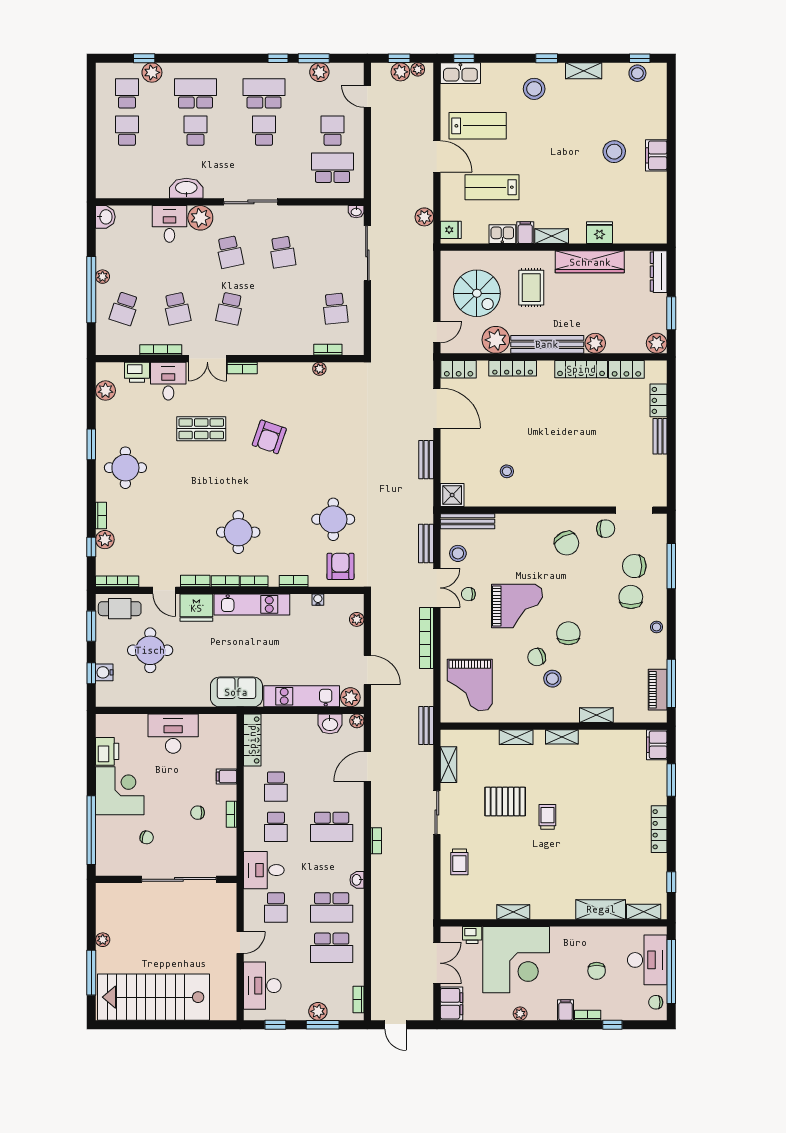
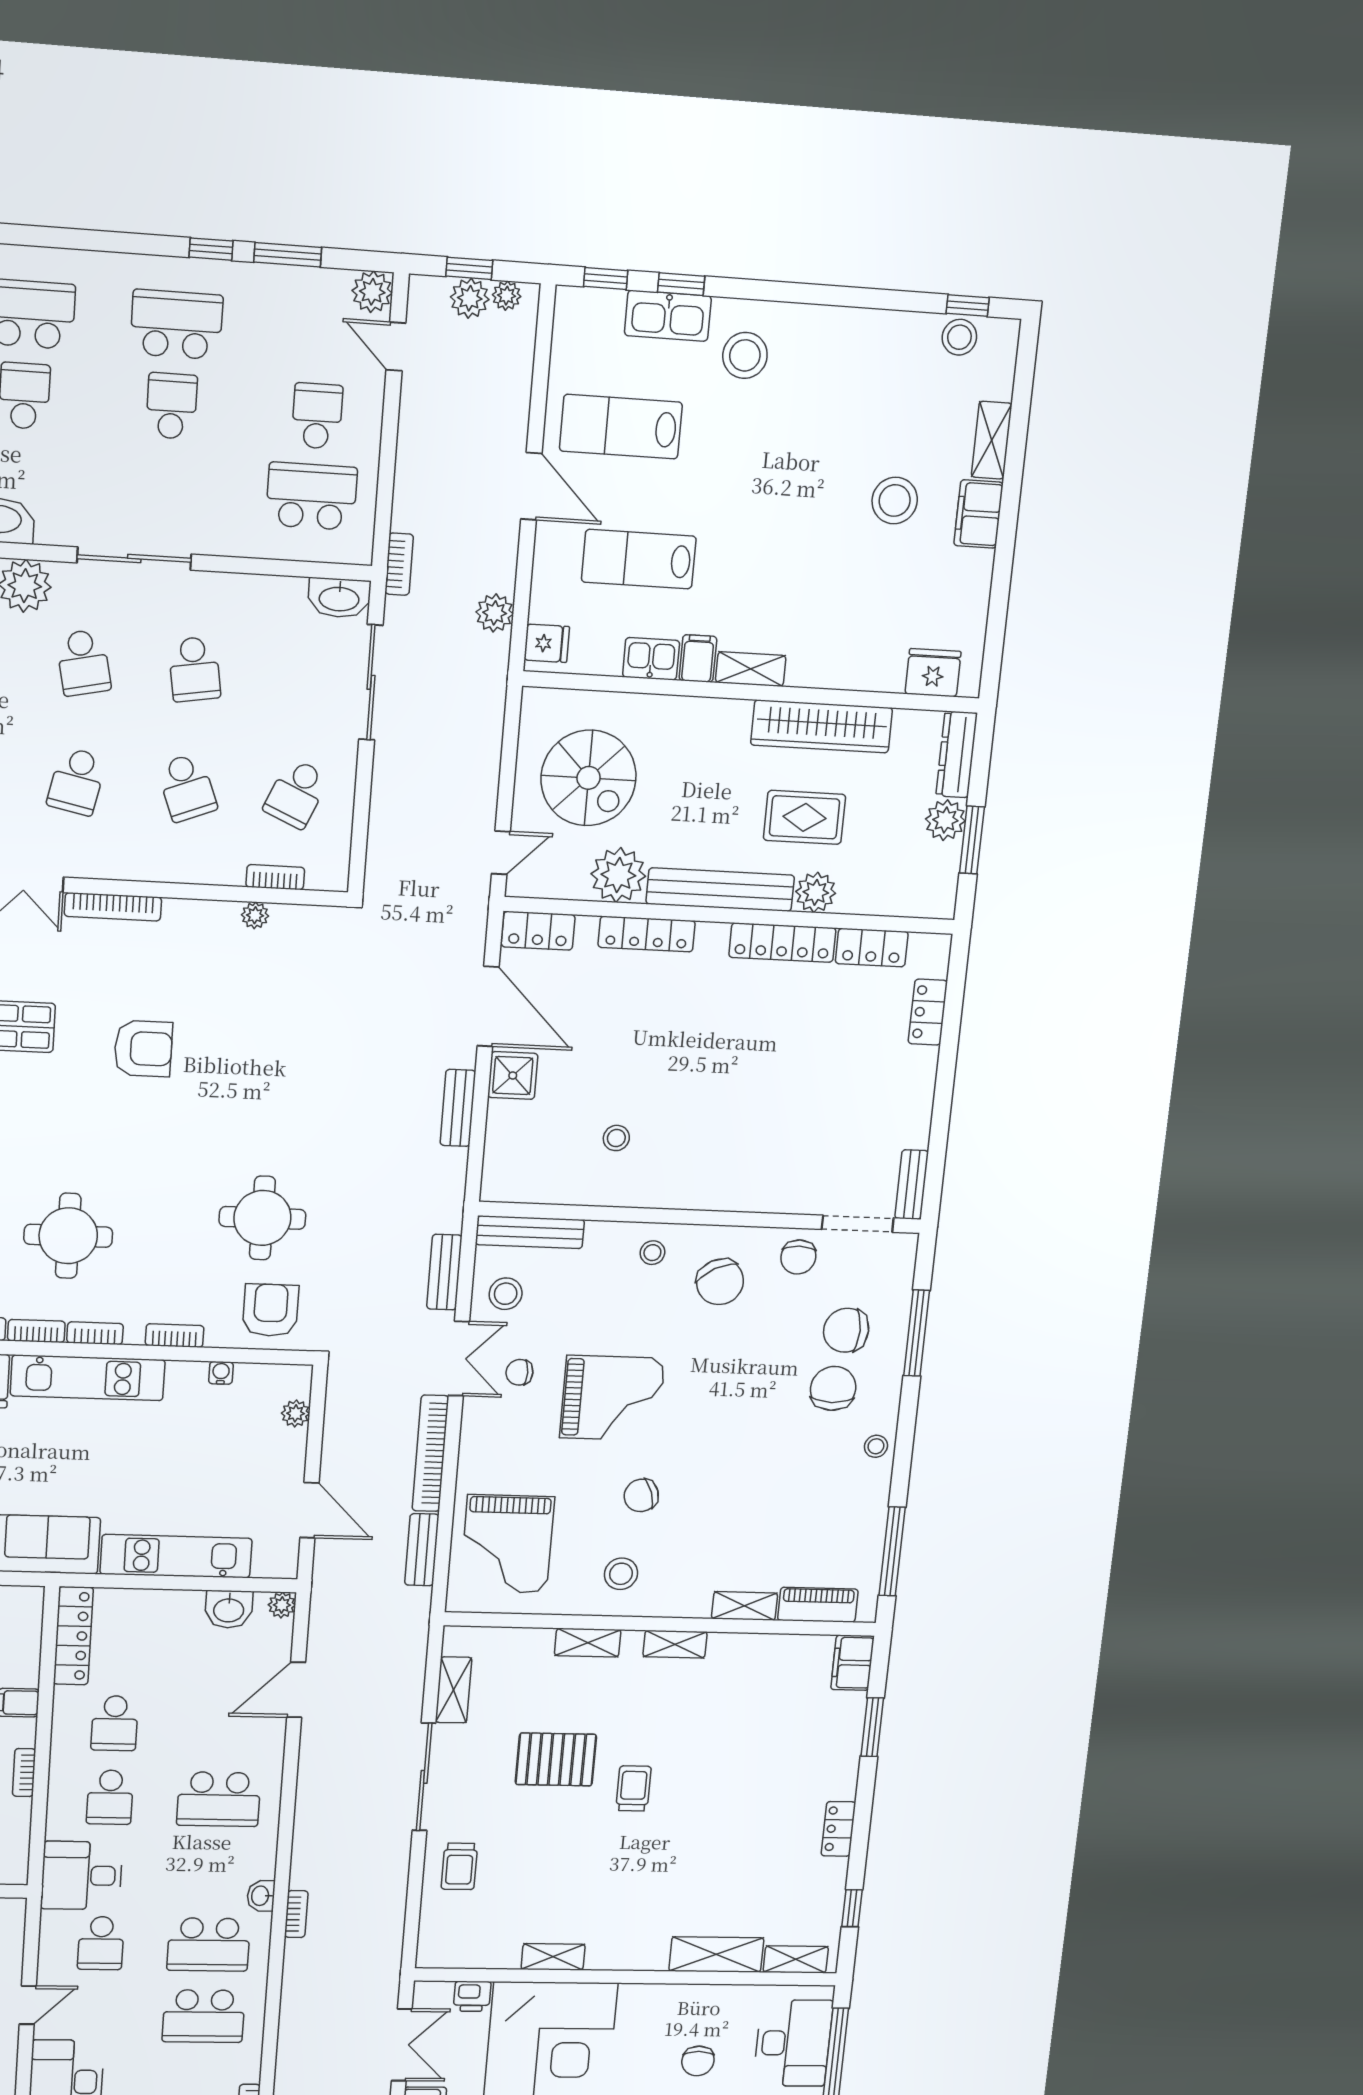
window: (547, 58) -> (681, 284), moved
shelving: (584, 71) -> (992, 440), moved, turned 90
plant: (319, 72) -> (372, 292), moved
kitchen sink: (460, 73) -> (668, 316), moved
lab bench: (478, 126) -> (621, 427), turned 180
bookcase: (377, 197) -> (399, 564), added
washbasin: (356, 212) -> (339, 598), width x1.91, depth x1.45
fridge: (599, 233) -> (933, 673), moved
rug: (531, 288) -> (804, 817), moved, turned 90
school desk: (283, 309) -> (187, 787), added
school desk: (335, 309) -> (296, 793), turned 30
plant: (657, 343) -> (945, 820), moved
bookcase: (242, 368) -> (113, 907), width x1.56
bench: (660, 436) -> (912, 1185), moved
armchair: (269, 437) -> (143, 1049), turned -109
shower: (452, 495) -> (513, 1075), moved
stool: (531, 529) -> (652, 1253), added
chair: (606, 529) -> (798, 1257), turned 90
chair: (568, 633) -> (706, 1453), removed
stool: (552, 679) -> (621, 1574), moved
piano: (658, 690) -> (818, 1605), moved, turned 90
plant: (350, 697) -> (272, 1561), removed
bench: (426, 726) -> (422, 1550), moved
sliding door: (437, 813) -> (424, 1777), width x1.37
locker: (659, 829) -> (838, 1829), width x0.66
bookcase: (376, 841) -> (296, 1914), moved

